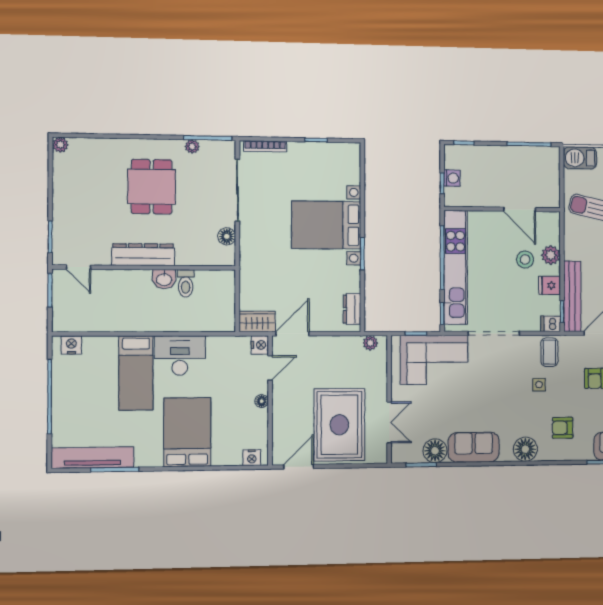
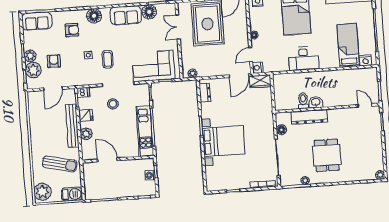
dresser: (143, 255) -> (309, 117), moved
stool: (525, 260) -> (113, 104), moved
kitchen unit: (456, 267) -> (145, 131), width x0.73
bench: (572, 296) -> (72, 126), moved
coffee table: (549, 352) -> (108, 59), moved
bed: (136, 373) -> (348, 45), moved

